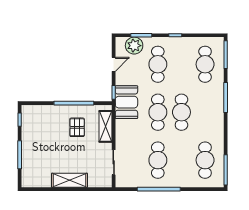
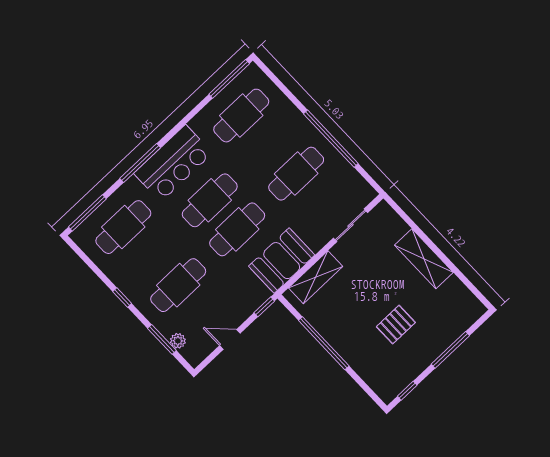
plant: (134, 46) -> (178, 341), width x0.53, depth x0.53
booth: (126, 102) -> (282, 261), moved
bar counter: (212, 112) -> (173, 163), added
pallet: (77, 127) -> (396, 325), moved

